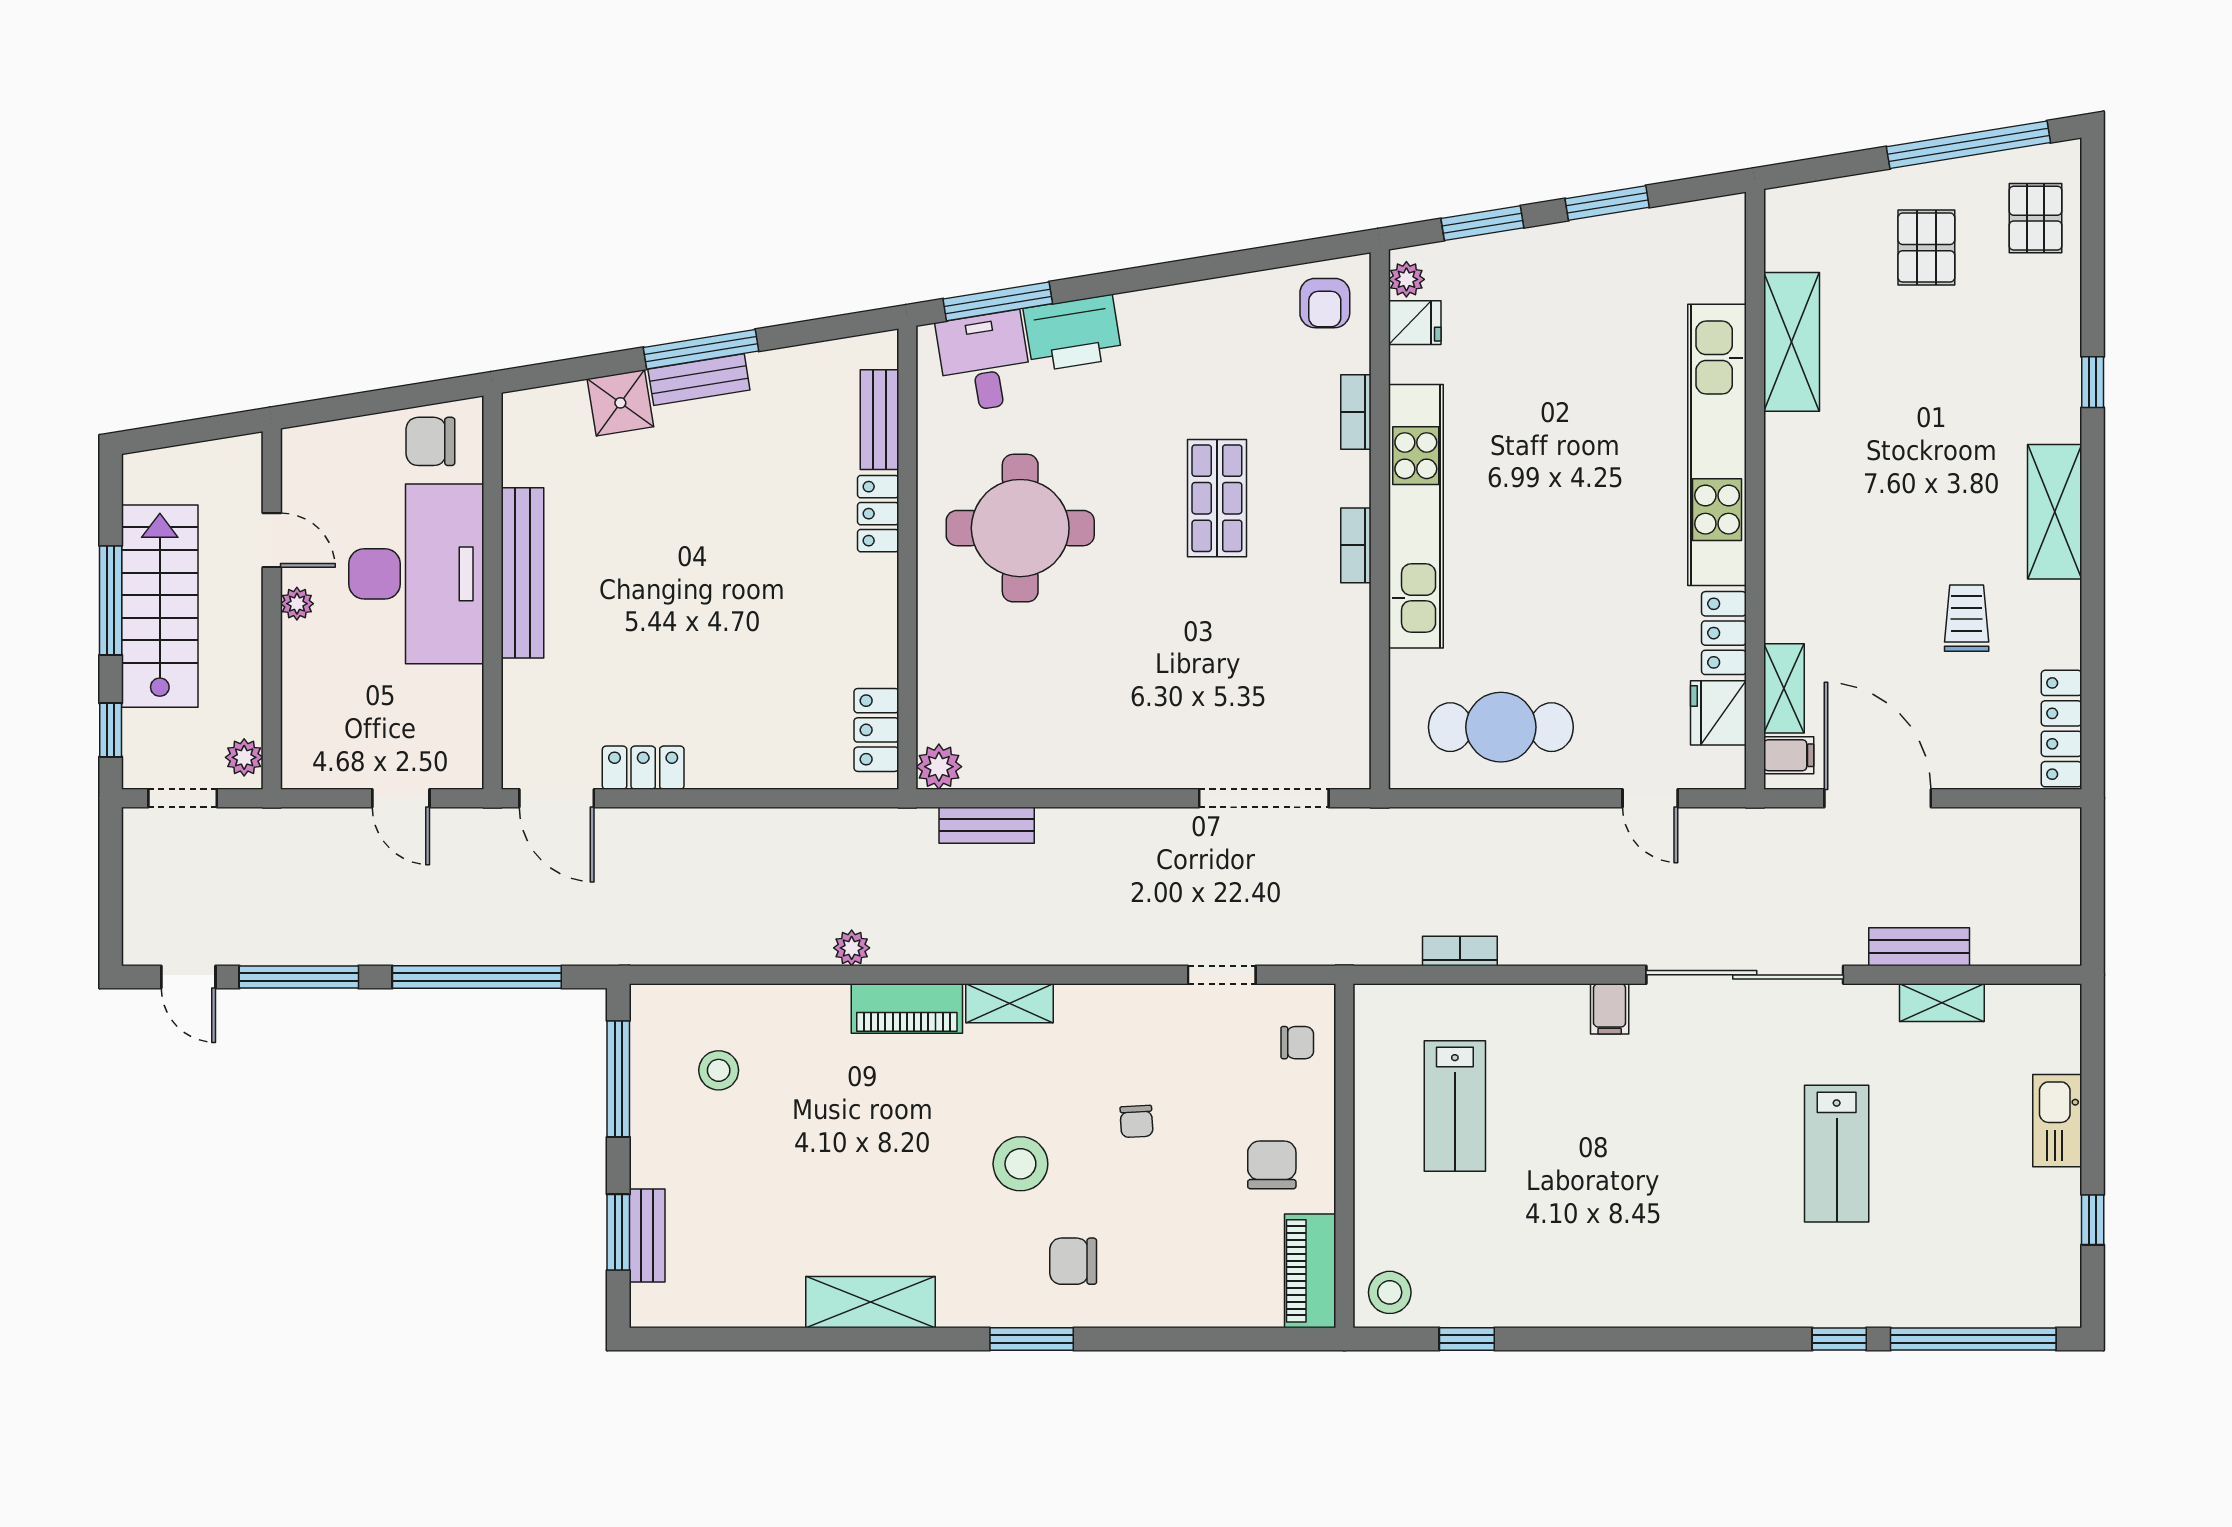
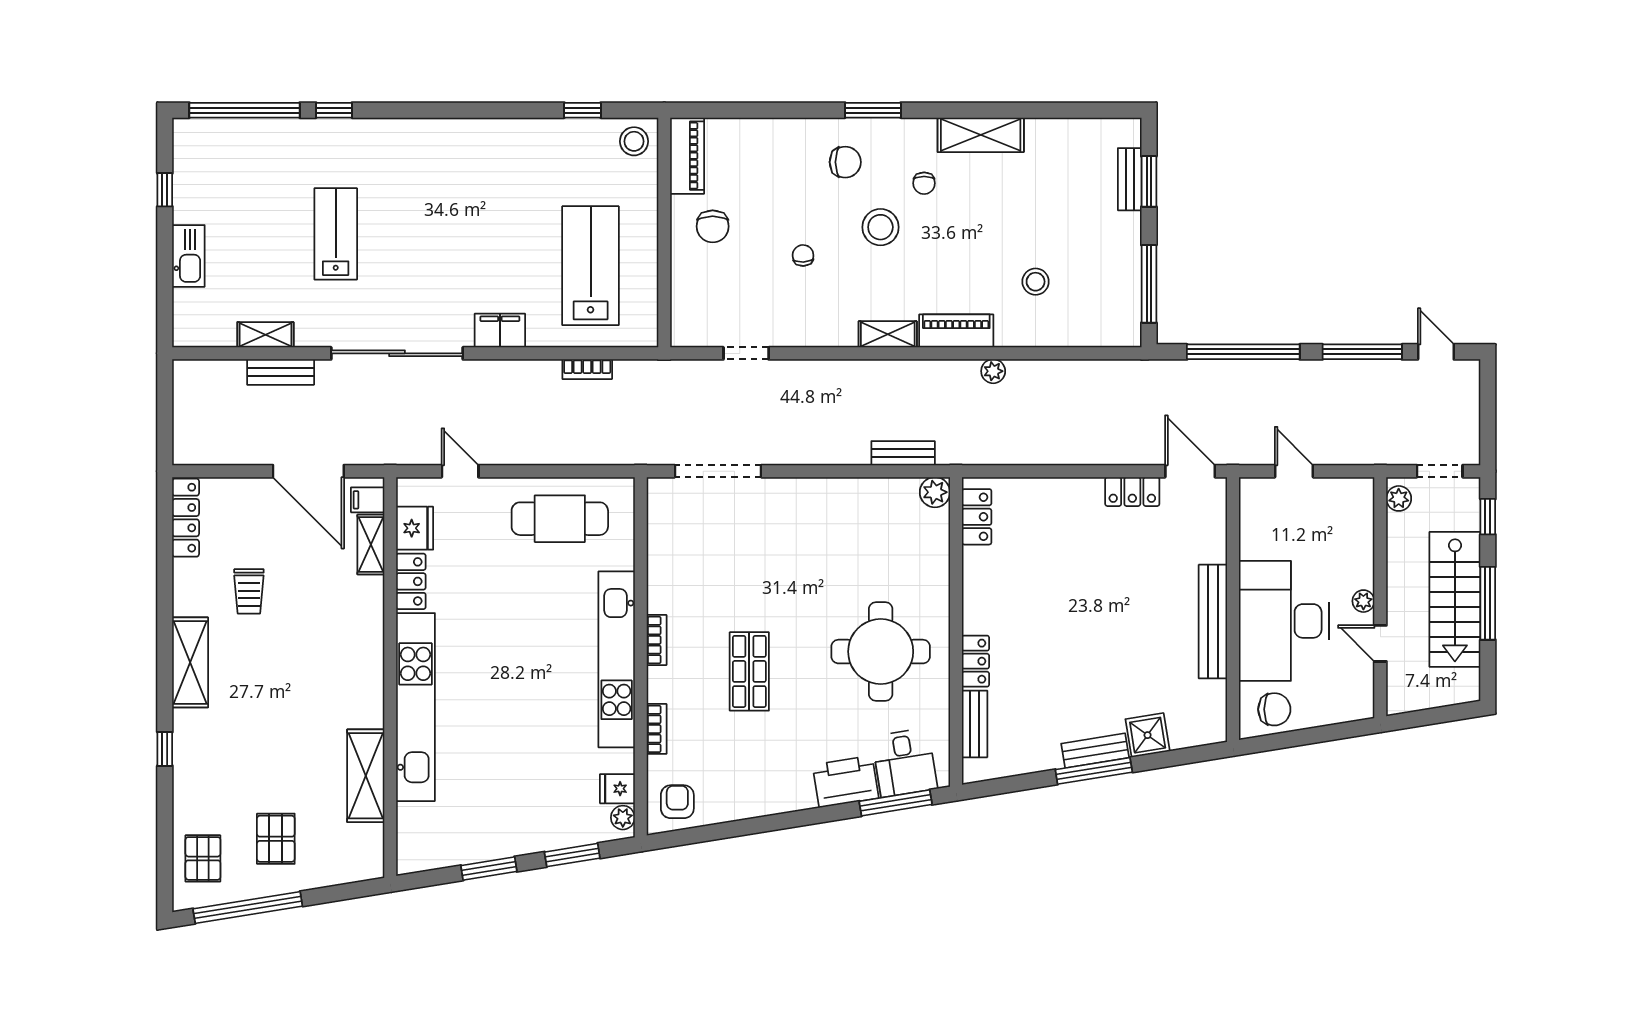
filing cabinet: (1610, 1009) -> (500, 331), width x2.00
chair: (1297, 1043) -> (924, 183), moved, turned -90
stool: (719, 1070) -> (1036, 282), moved
lab bench: (1455, 1106) -> (591, 266), width x1.36, depth x1.39

